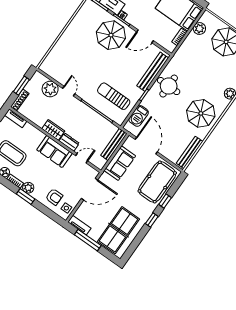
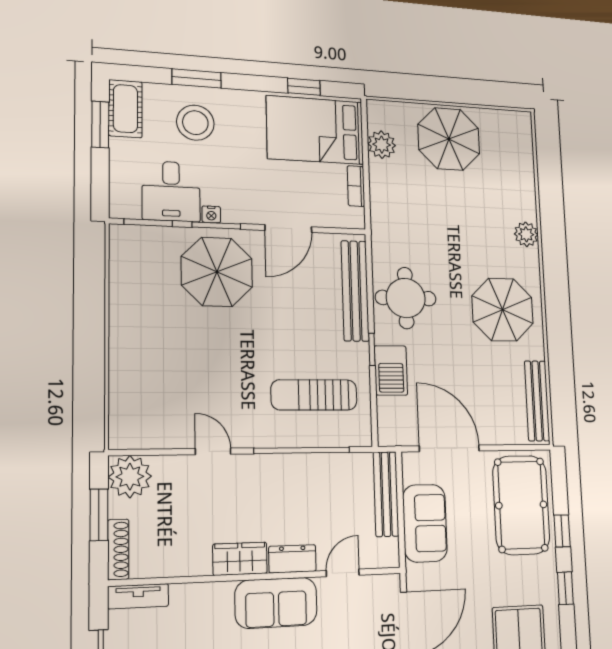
plant: (50, 89) -> (130, 477), moved
barbecue: (139, 116) -> (391, 370), moved

